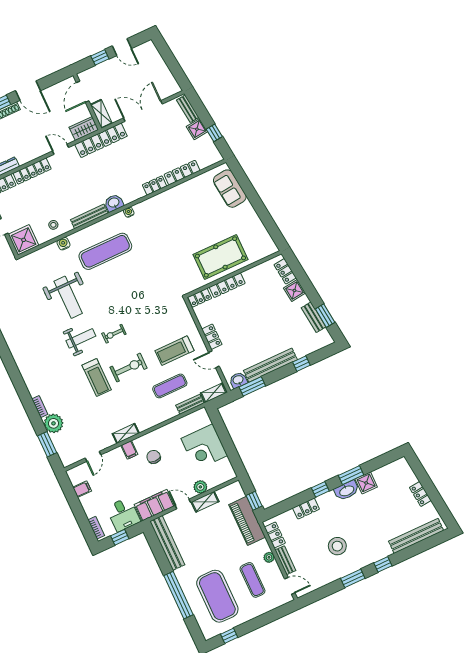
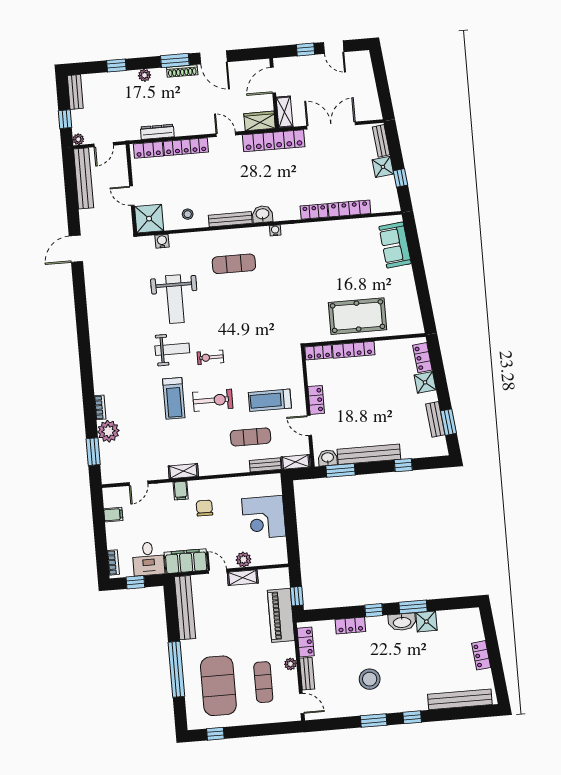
water cooler: (63, 244) -> (162, 241), moved
exercise mat: (105, 251) -> (234, 264), width x0.73, depth x0.69

